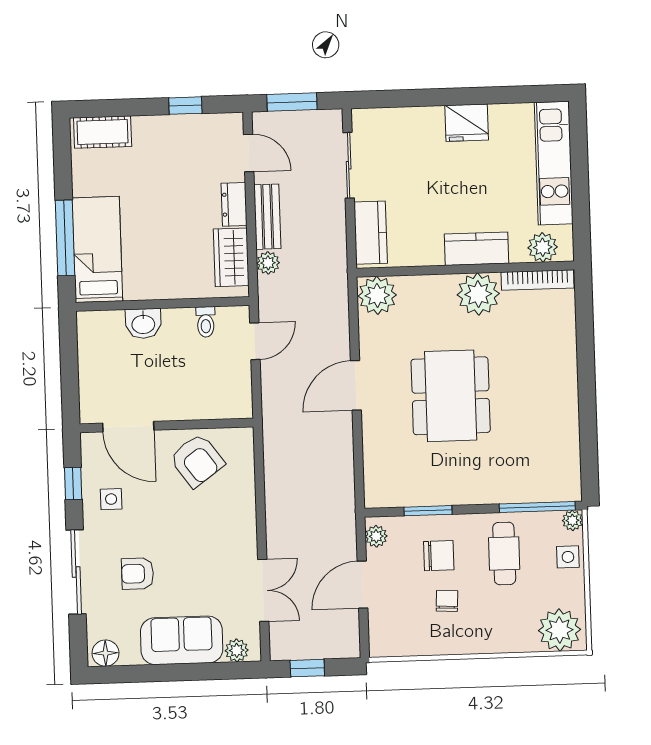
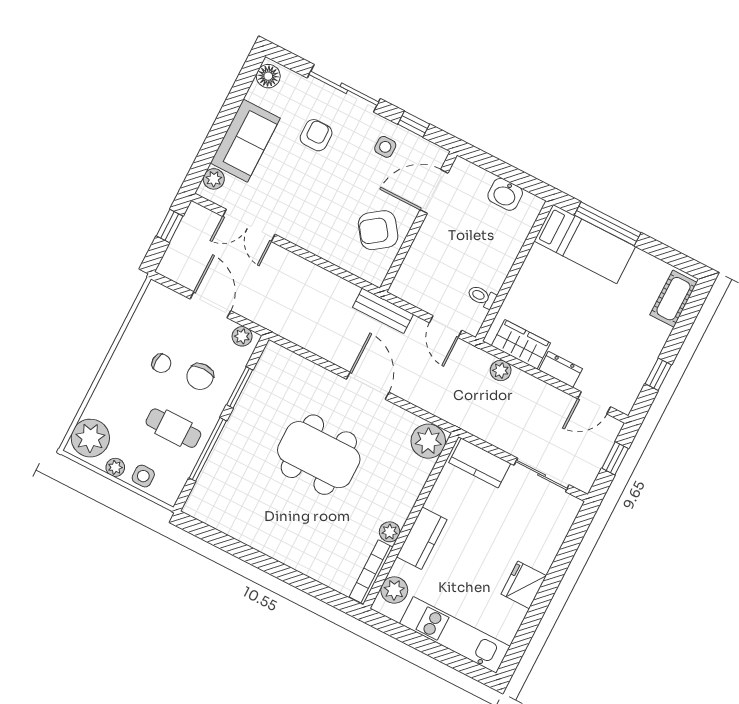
window: (292, 102) -> (615, 458), width x0.67
bench: (267, 217) -> (383, 311), moved
plant: (478, 294) -> (390, 532), width x0.53, depth x0.53
washbasin: (143, 324) -> (505, 194), moved, turned -90
window: (537, 507) -> (208, 449), moved
plant: (572, 520) -> (115, 467), moved

